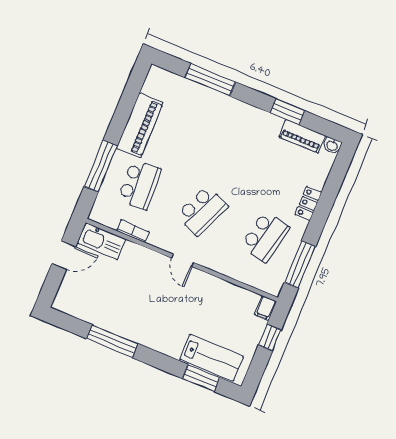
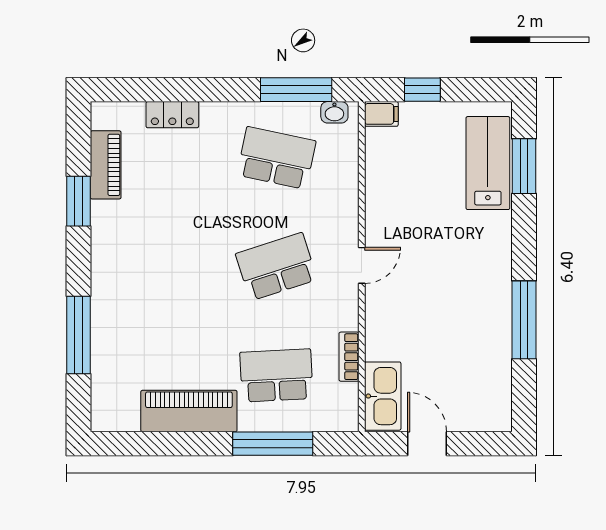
washbasin: (332, 146) -> (334, 112), moved, turned 90
locker: (308, 203) -> (172, 115), moved
school desk: (202, 211) -> (276, 267), turned -42

